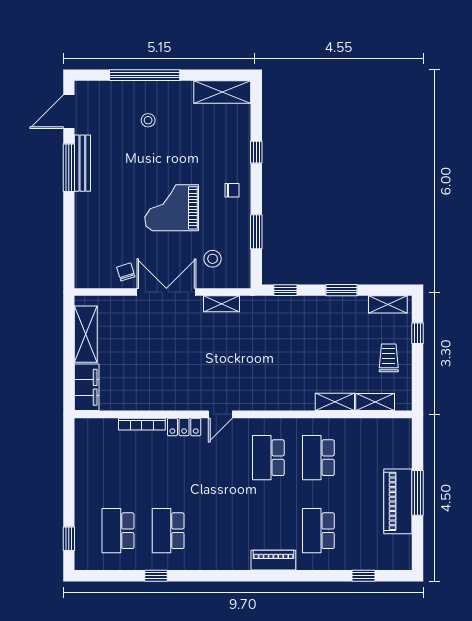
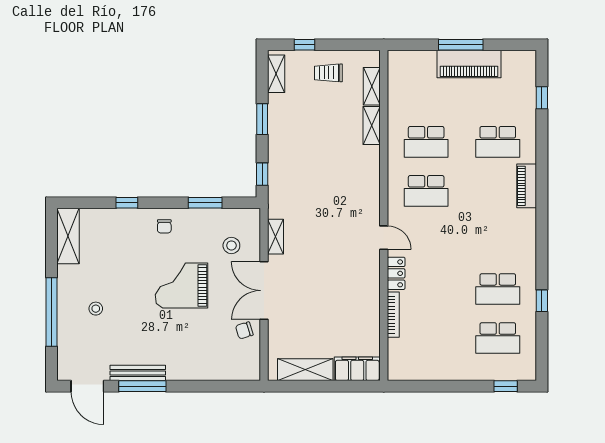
chair: (232, 190) -> (164, 226), turned 180
grand piano: (172, 208) -> (182, 286), turned 90

